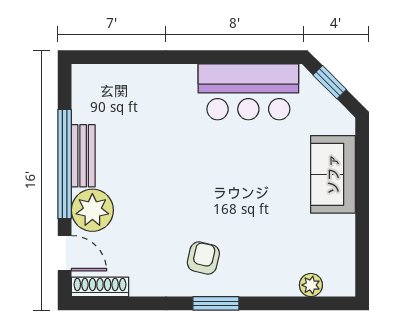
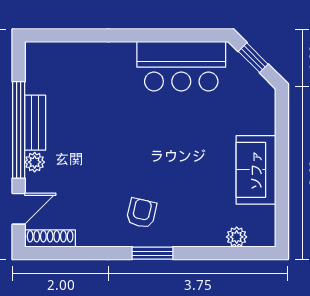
sofa: (333, 174) -> (256, 170), moved
plant: (92, 210) -> (35, 162), width x0.53, depth x0.53
door: (65, 253) -> (19, 209), hinge flipped

